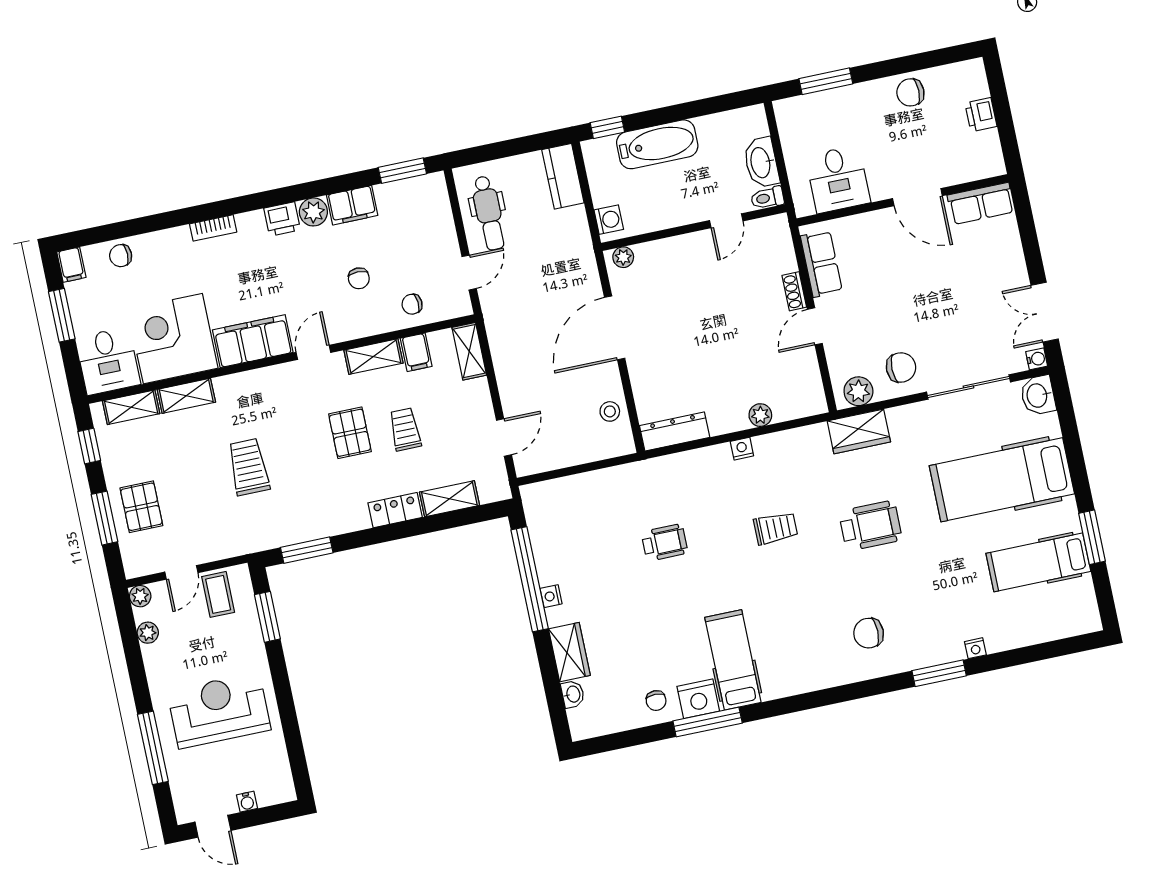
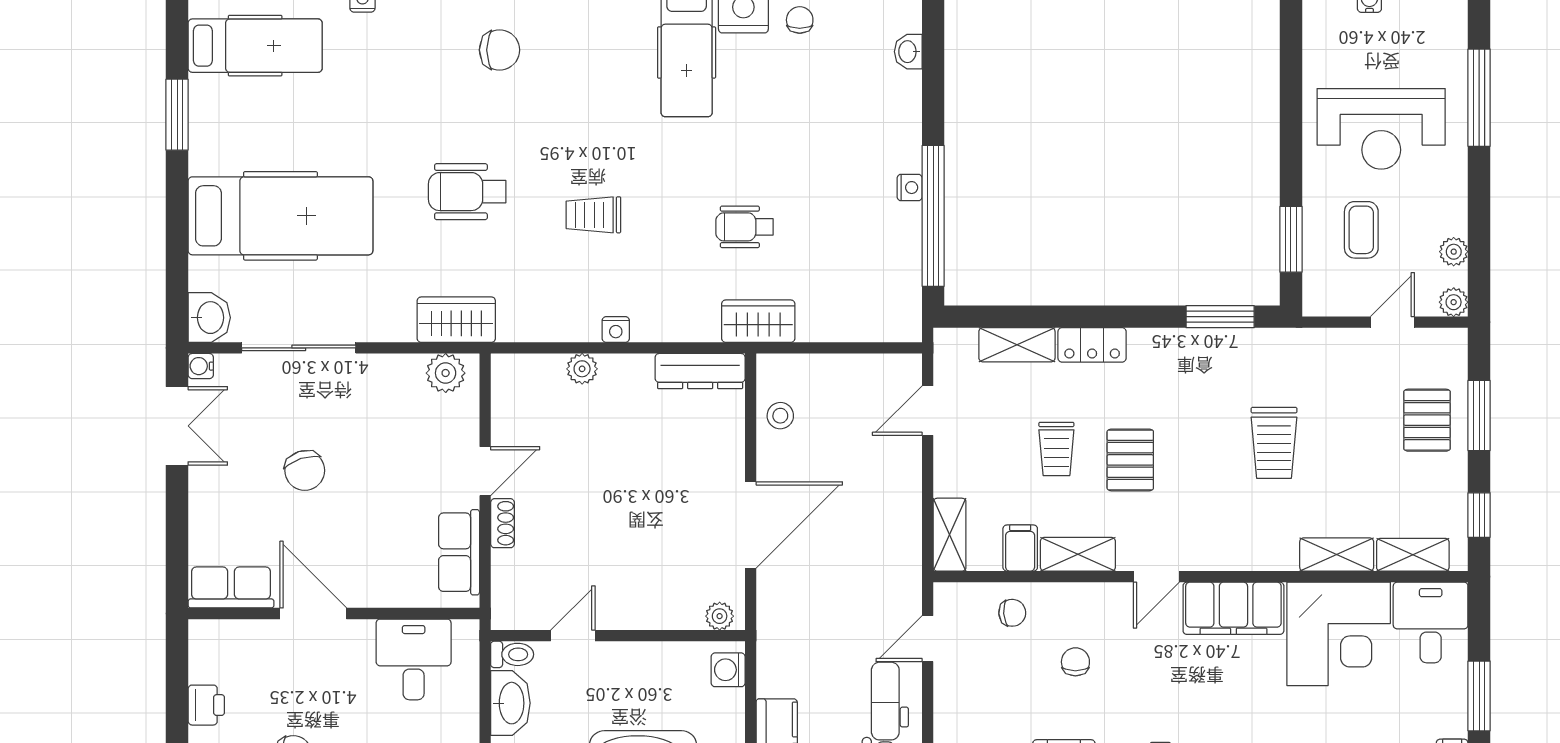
chair: (901, 367) -> (305, 470), moved, turned -108
hospital bed: (1038, 562) -> (255, 46), moved
coffee table: (218, 594) -> (1361, 230), moved
wardrobe: (569, 652) -> (758, 321), moved, turned 90

